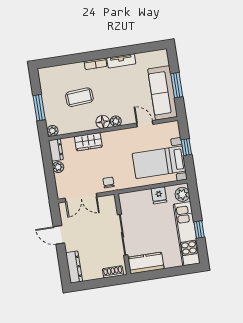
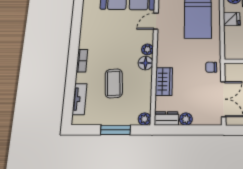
tv unit: (121, 61) -> (80, 99), moved

